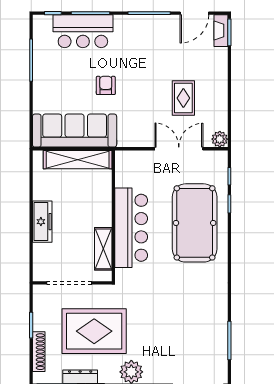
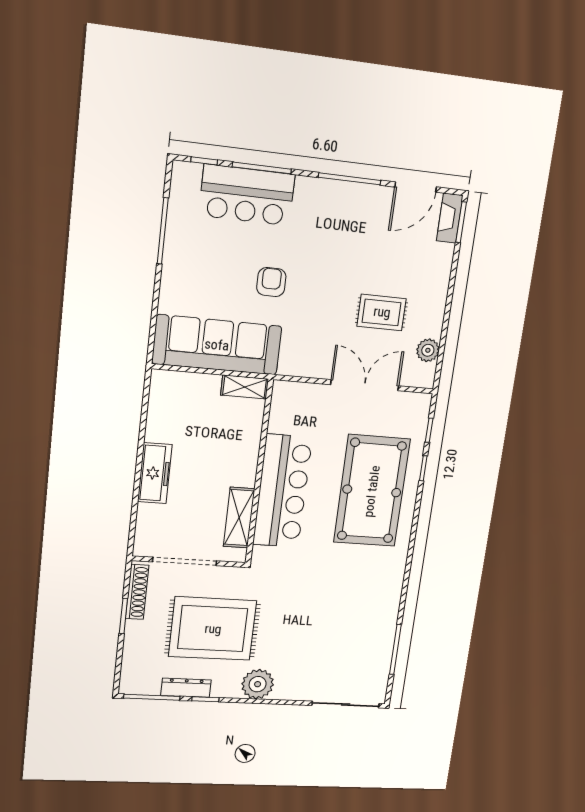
rug: (183, 98) -> (382, 312), turned 90
plant: (220, 139) -> (428, 350), moved
shelving: (78, 160) -> (245, 387), width x0.45, depth x0.75
shoe rack: (39, 352) -> (137, 592), moved

